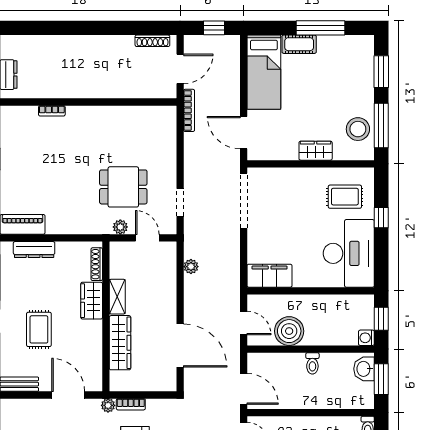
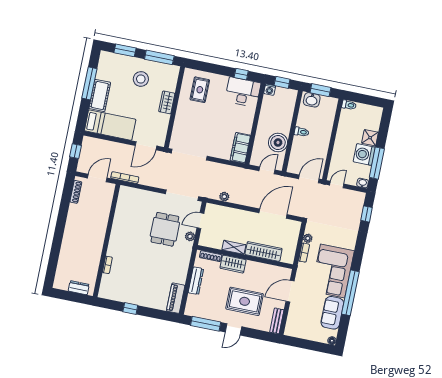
cot: (299, 44) -> (100, 95), width x1.37, depth x1.34
door: (180, 69) -> (97, 178), hinge flipped
stool: (358, 129) -> (141, 79), moved
doorway: (180, 202) -> (182, 195), width x1.88
window: (381, 218) -> (241, 74), moved
dresser: (34, 250) -> (196, 281), moved
desk: (349, 253) -> (243, 92), width x0.73, depth x0.77
rug: (39, 329) -> (245, 301), width x1.36, depth x1.43
washing machine: (366, 338) -> (270, 90), moved
plant: (108, 405) -> (308, 238), moved

